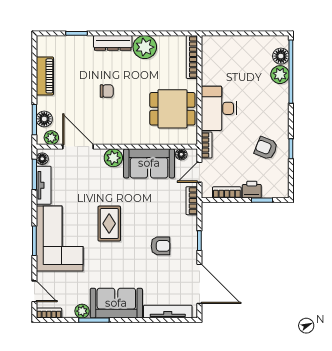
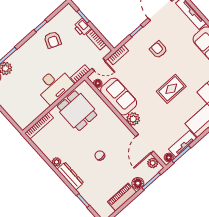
plant: (145, 47) -> (57, 162), width x0.53, depth x0.53
floor lamp: (44, 119) -> (138, 183), moved

